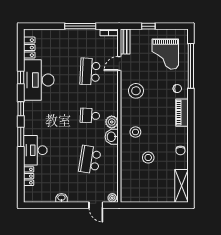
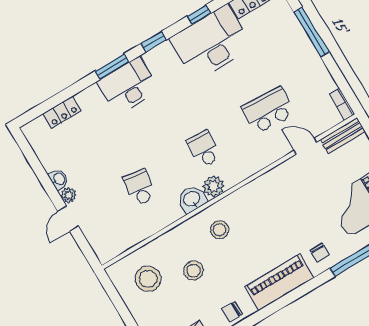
window: (80, 26) -> (311, 32), moved
stool: (136, 91) -> (148, 279), moved
piano: (182, 113) -> (279, 282), width x1.37, depth x1.33
desk: (35, 150) -> (128, 86), moved
school desk: (90, 160) -> (140, 187), width x0.54
plant: (112, 198) -> (69, 195), moved
door: (96, 205) -> (68, 219), moved

